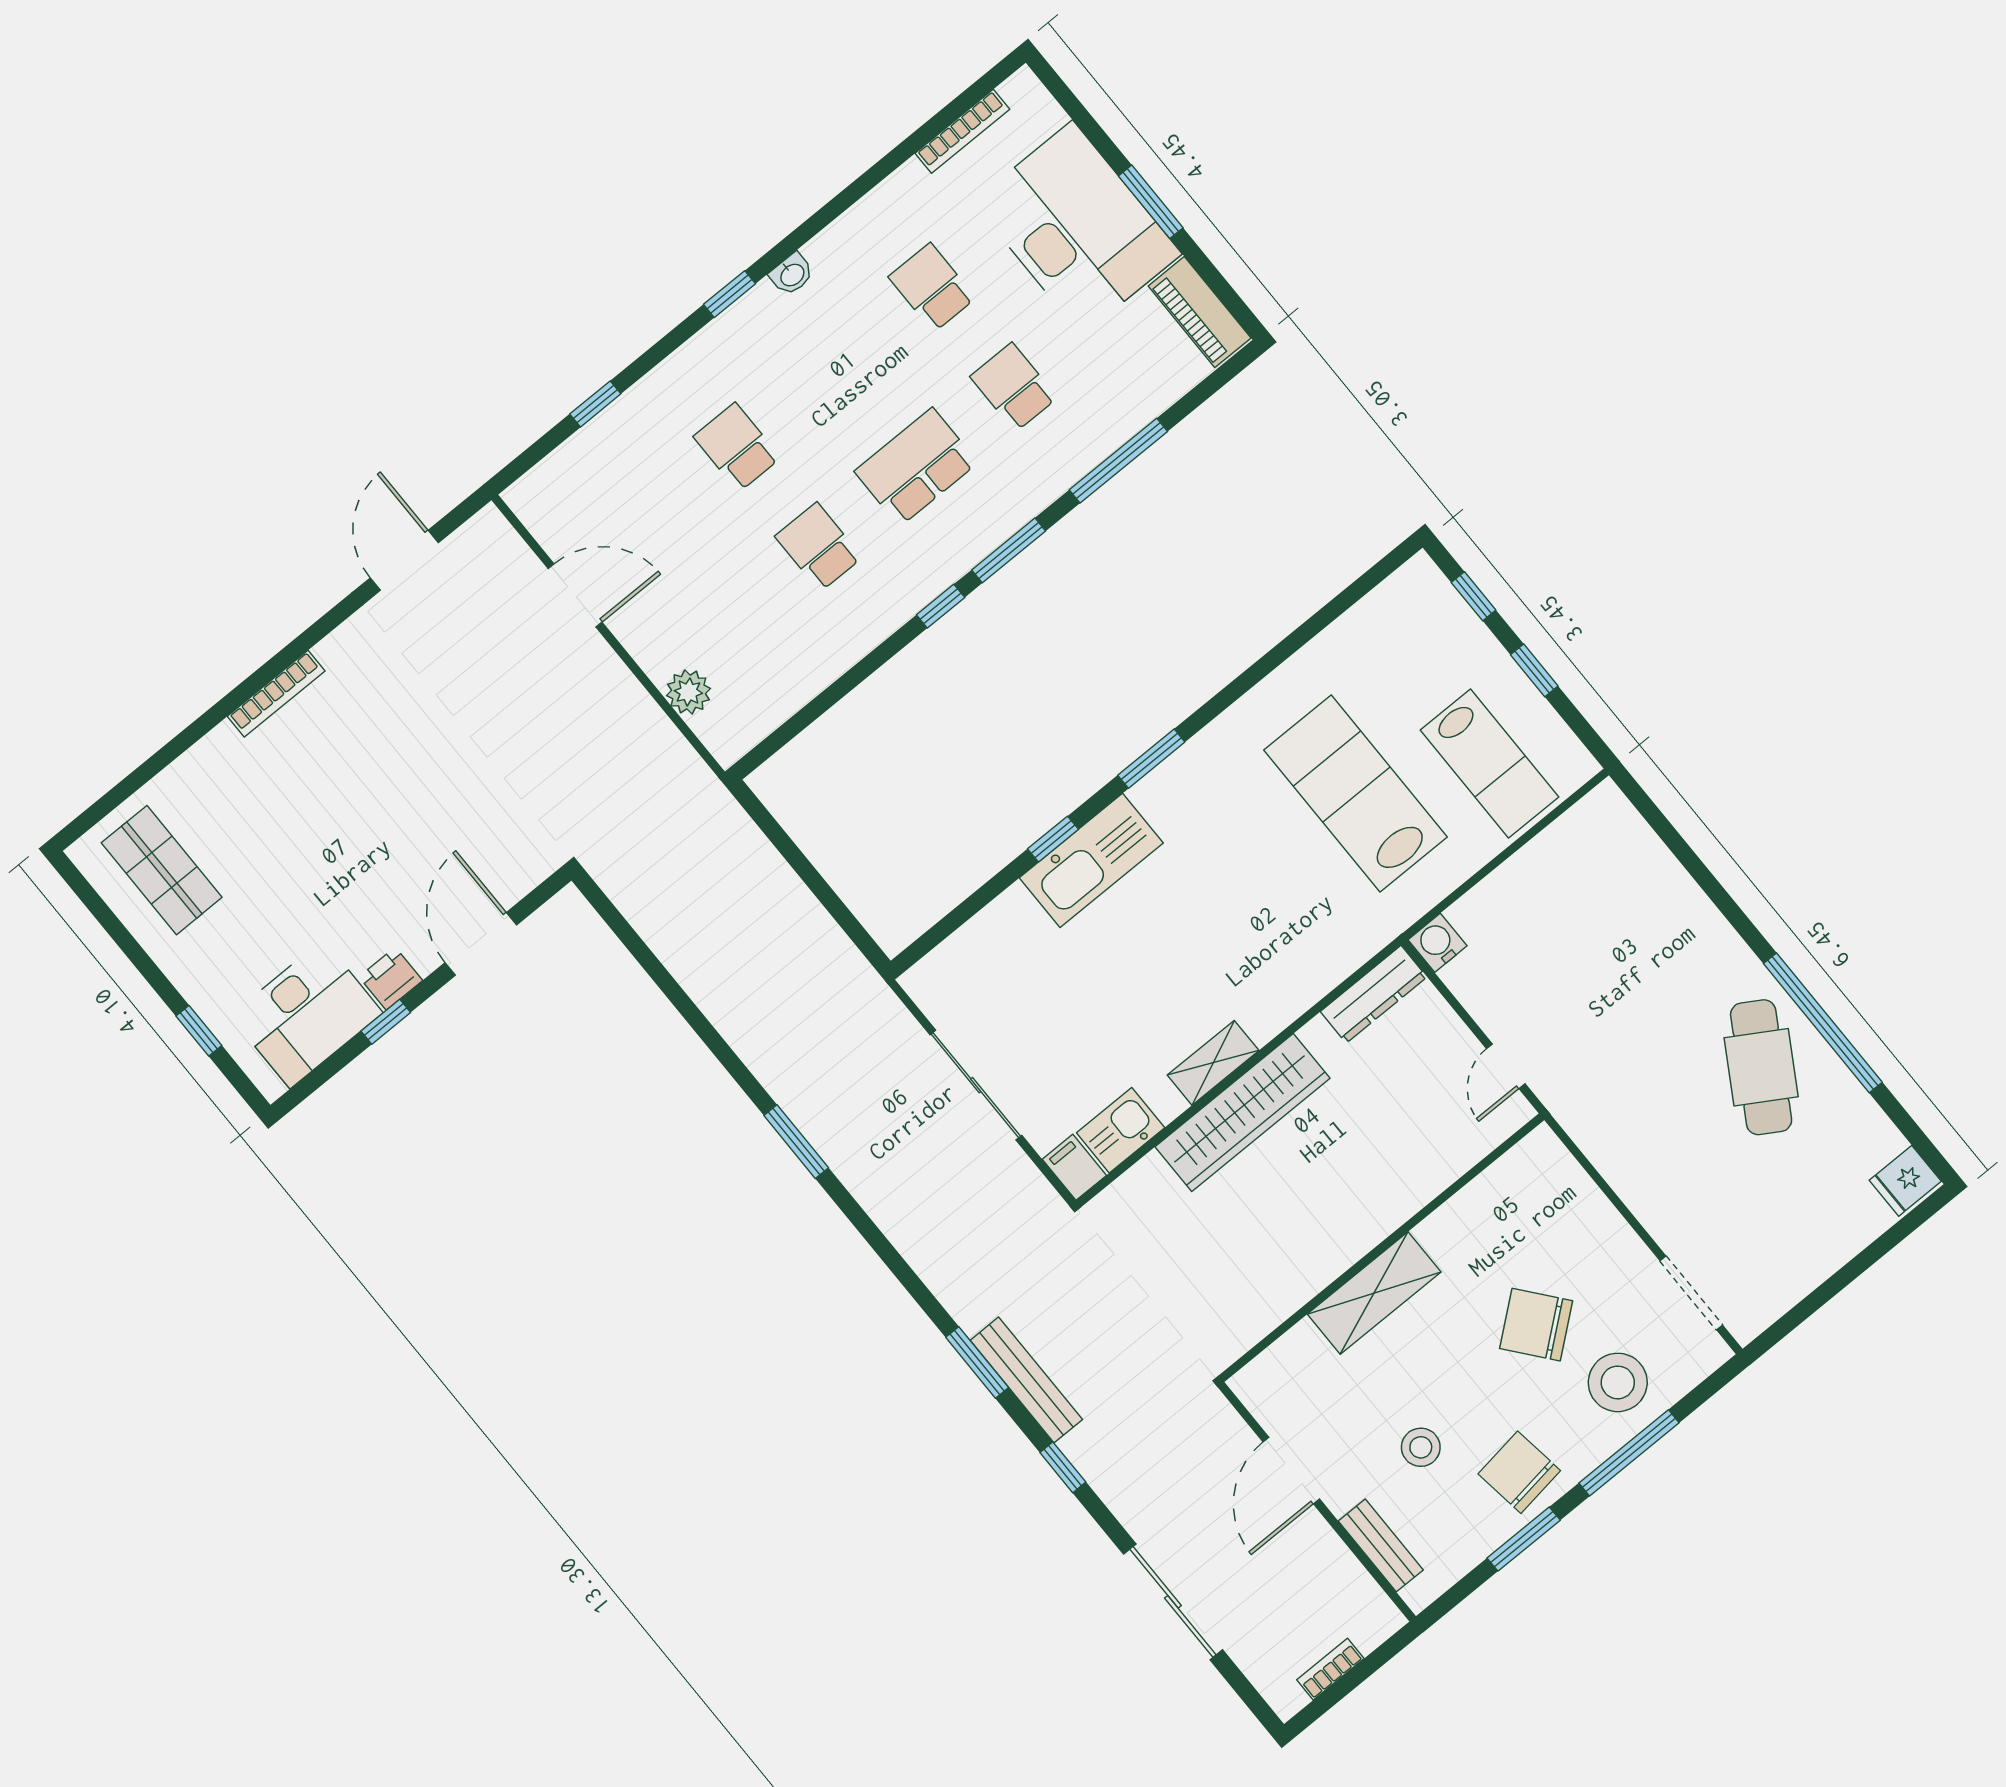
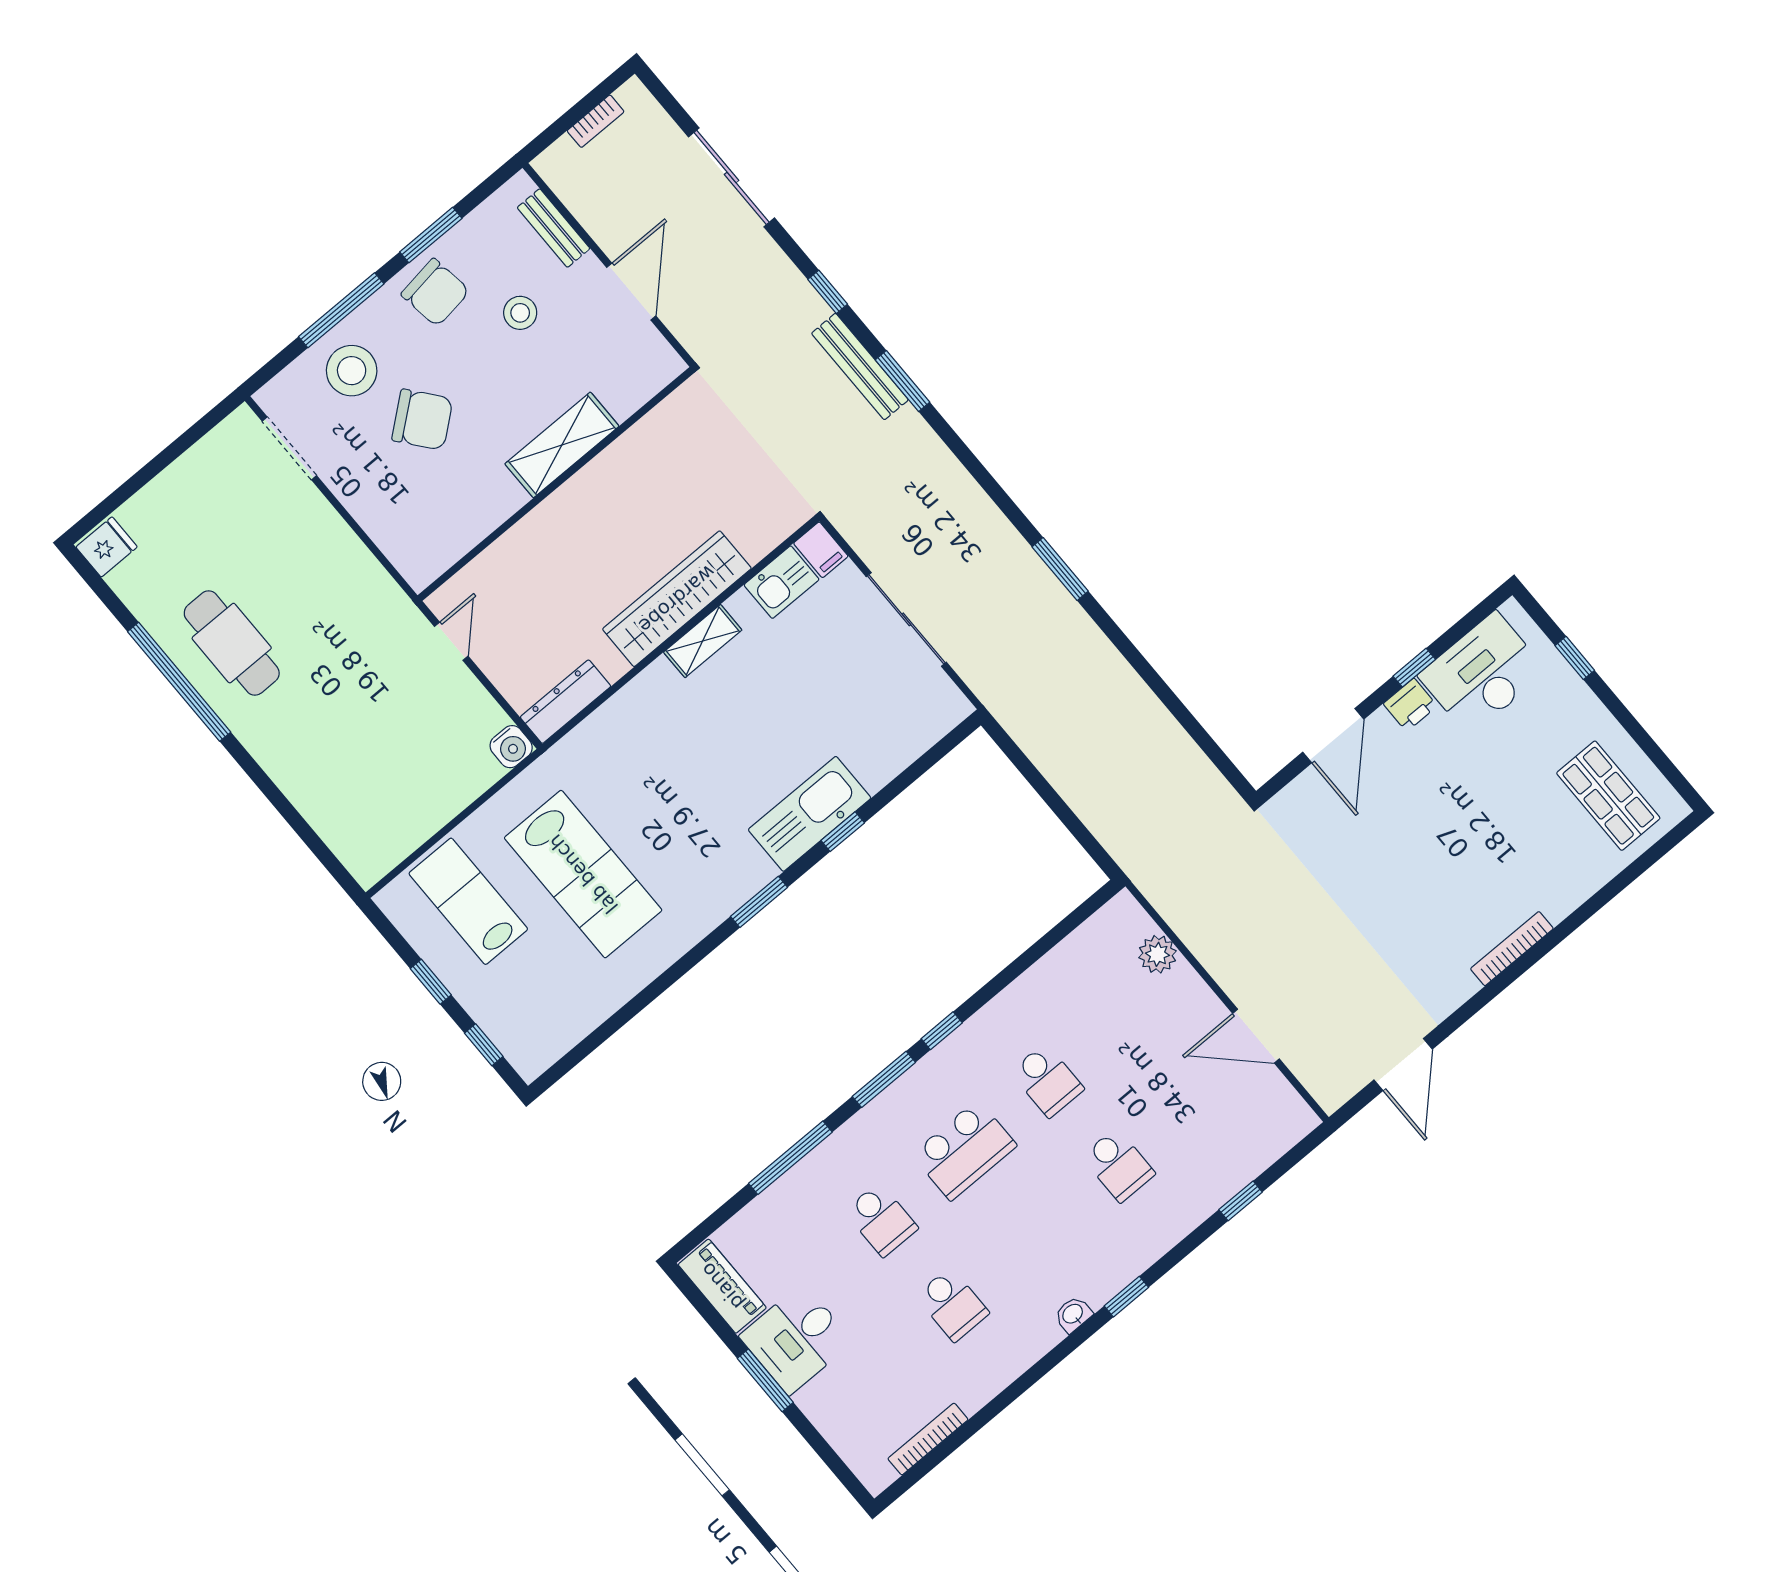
desk: (1077, 228) -> (796, 1339), width x0.53, depth x0.77
cafe table: (1761, 1067) -> (232, 643), turned -31

